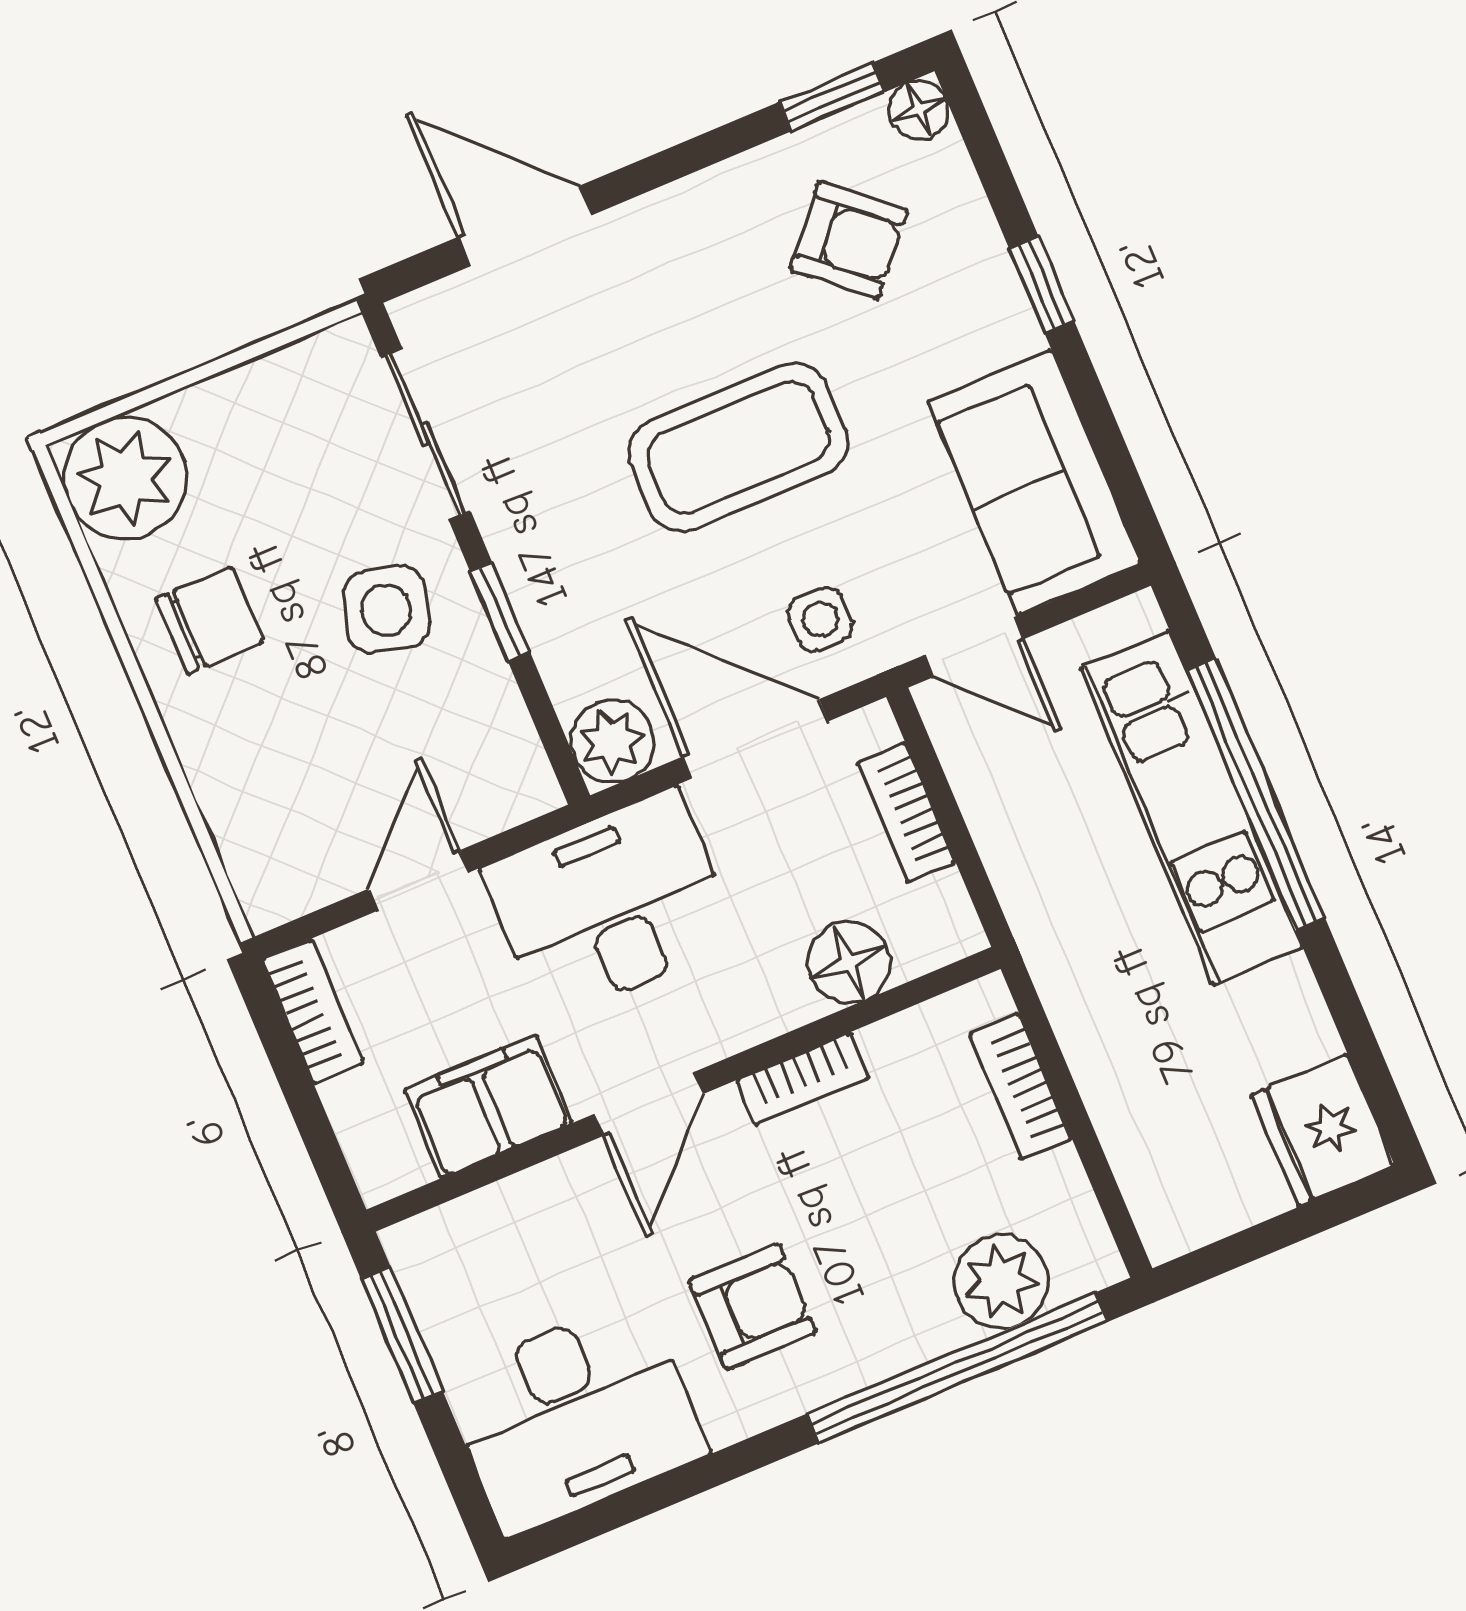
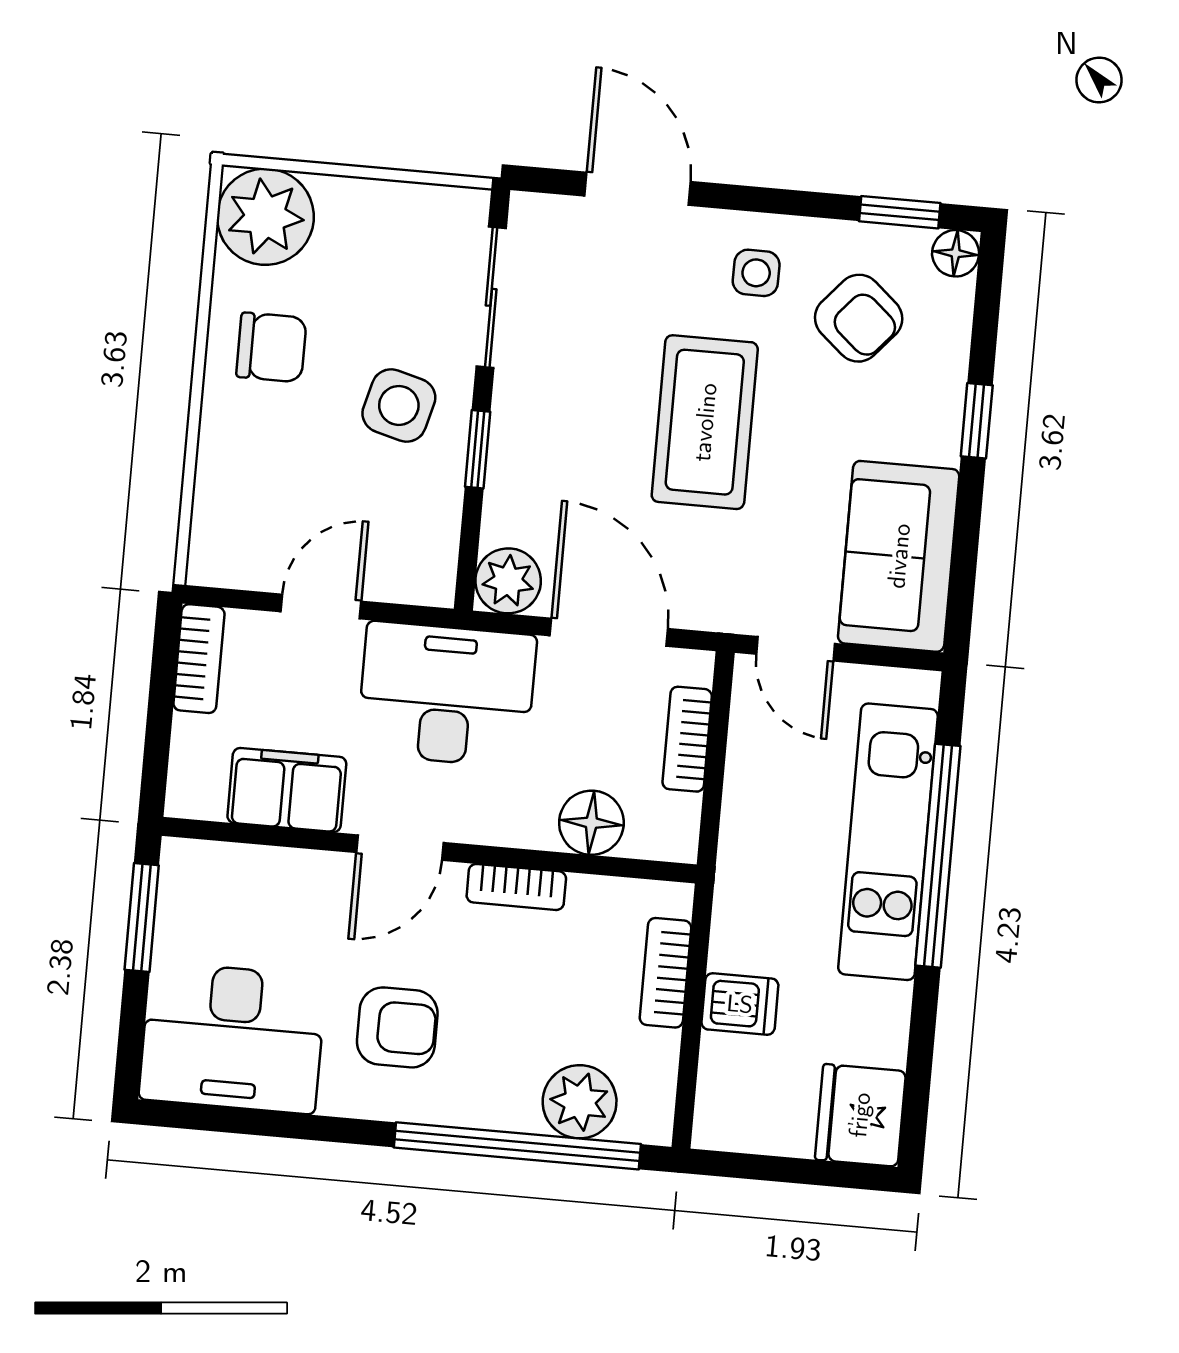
coffee table: (738, 447) -> (705, 422), turned 90
side table: (821, 619) -> (756, 273), moved
dishwasher: (1122, 1077) -> (740, 1004), added

